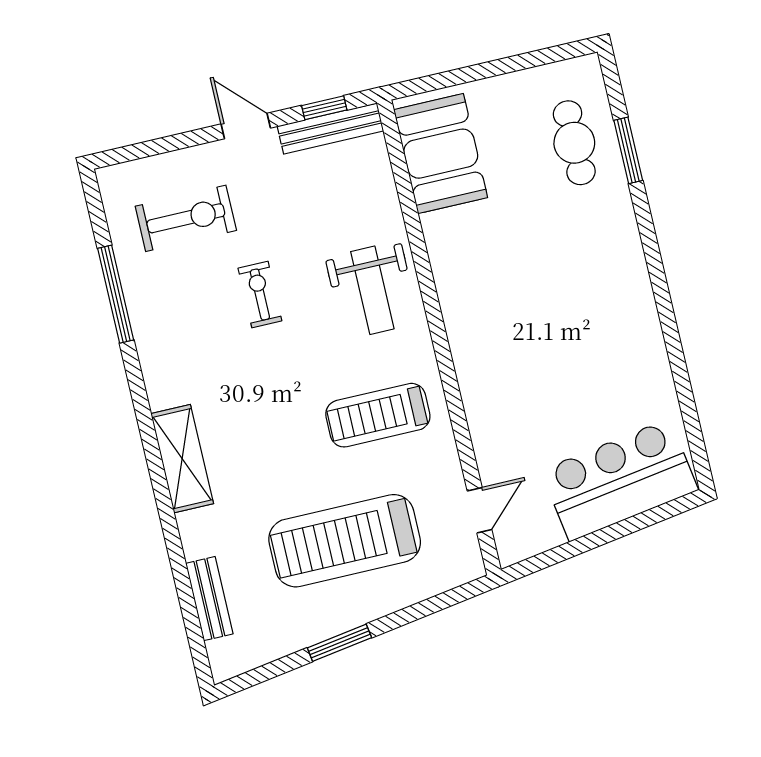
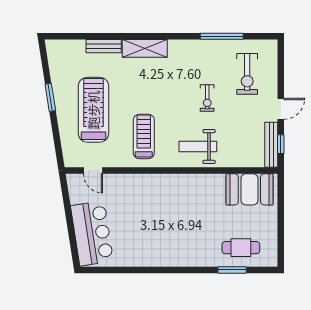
exercise bike: (260, 294) -> (207, 98), turned 90
bench: (209, 599) -> (104, 46), moved

